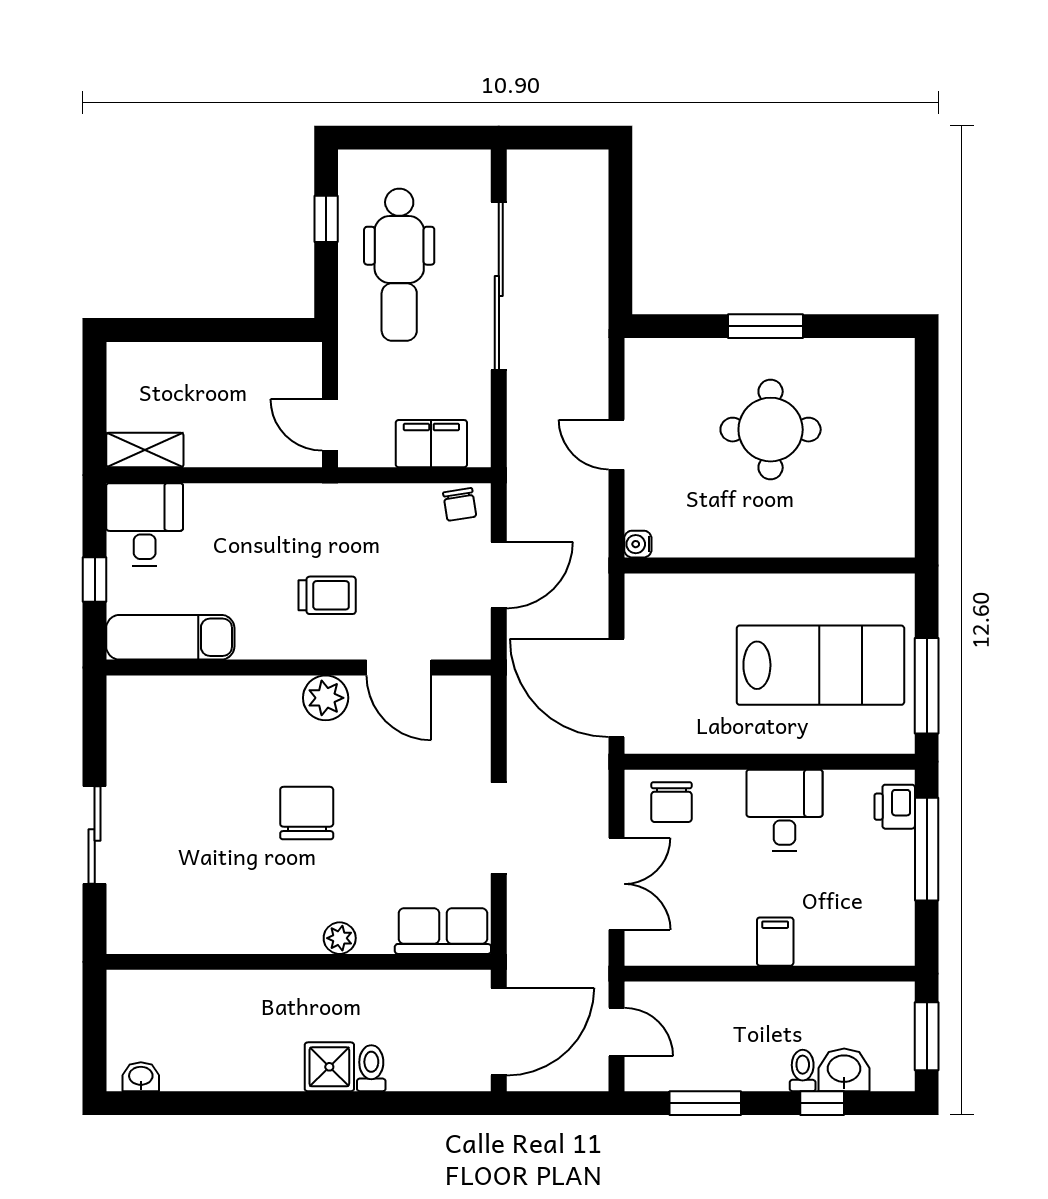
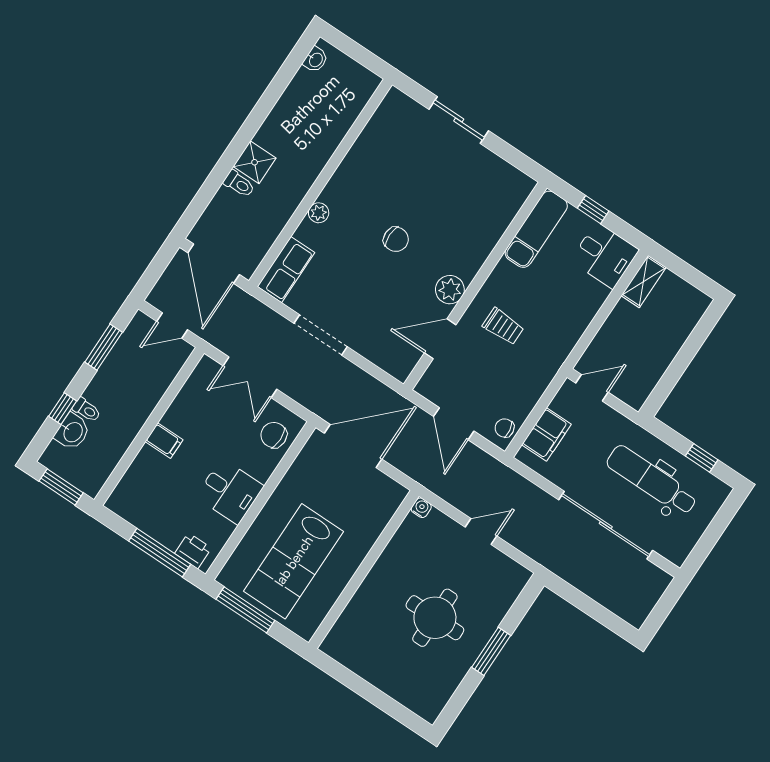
trolley: (327, 595) -> (503, 326), turned -90
chair: (307, 813) -> (396, 239), width x0.73, depth x0.73

